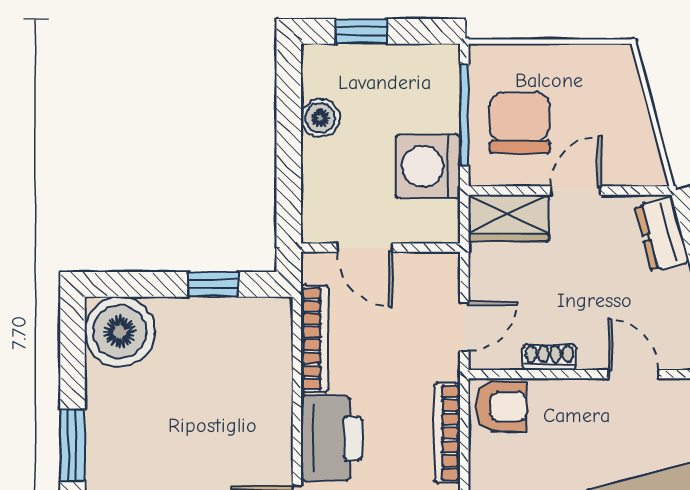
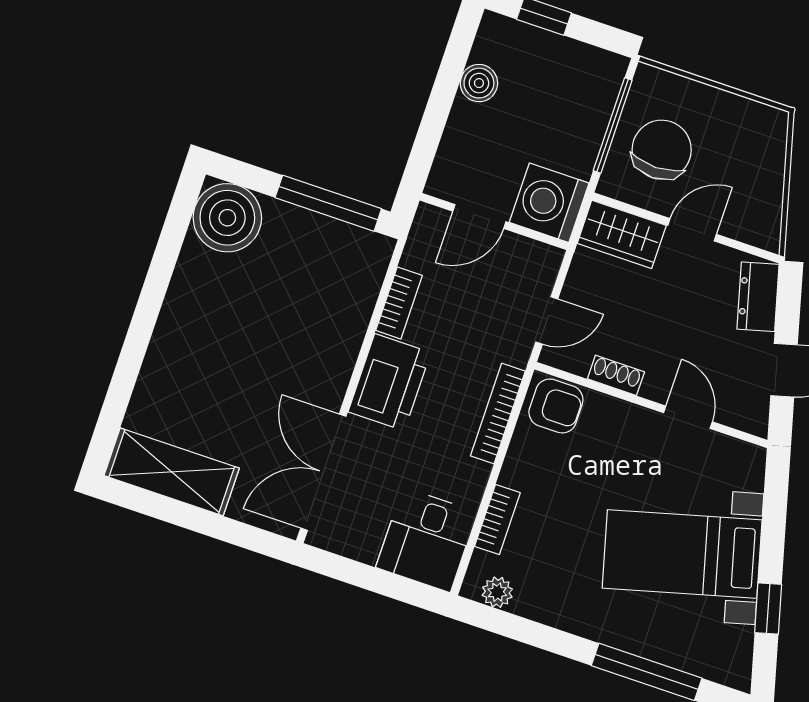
washing machine: (428, 166) -> (549, 203), moved
door: (365, 248) -> (479, 217), hinge flipped
window: (213, 284) -> (328, 203), width x2.17
bookcase: (315, 339) -> (399, 303), width x0.64
window: (73, 445) -> (148, 308), removed

